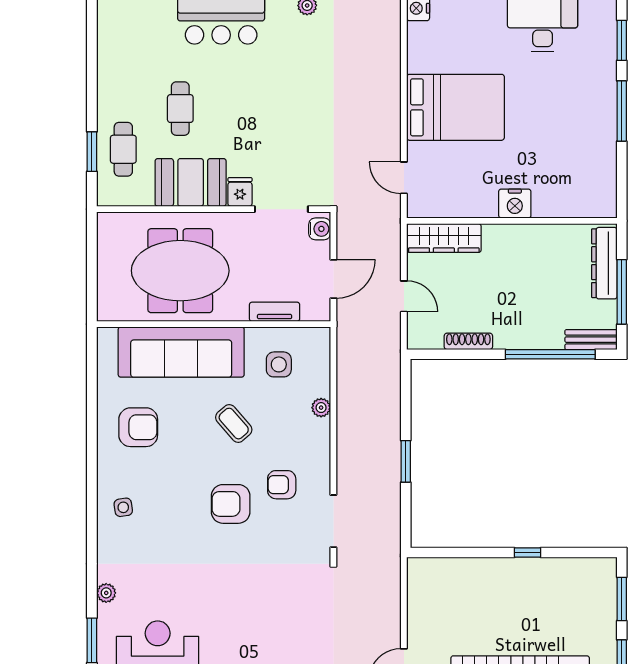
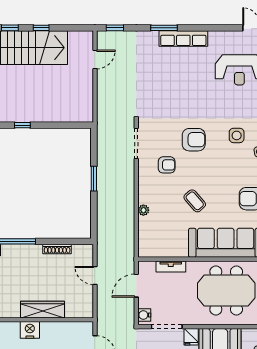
wardrobe: (444, 238) -> (42, 310), moved
side table: (279, 364) -> (237, 135), moved
armchair: (231, 504) -> (194, 140), moved

